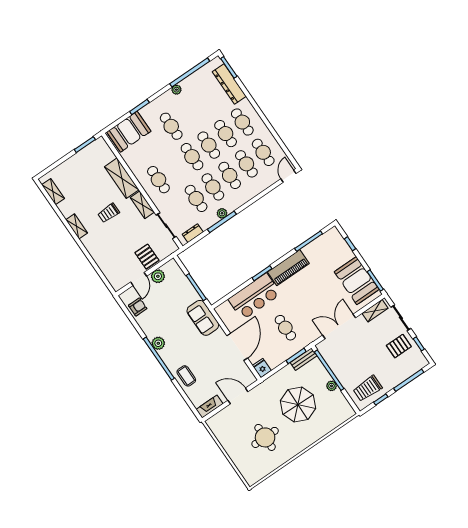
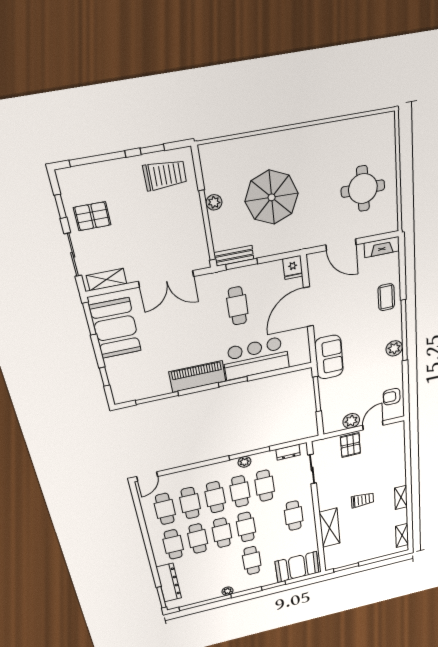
shelving: (142, 205) -> (324, 497), removed
round table: (265, 437) -> (363, 189), moved

